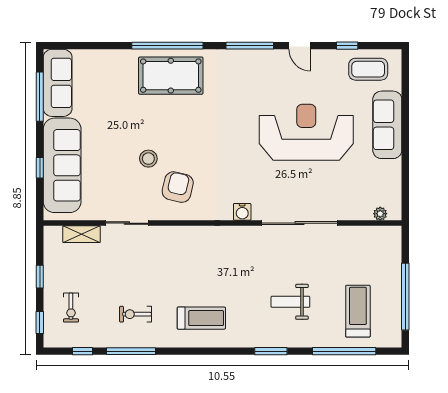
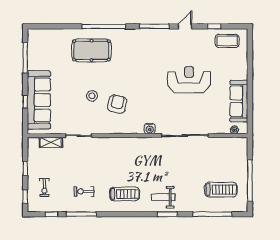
door: (300, 46) -> (185, 26), swing flipped
pool table: (171, 76) -> (91, 50), moved
sofa: (58, 83) -> (36, 49), removed
sofa: (387, 125) -> (239, 101), moved
reception desk: (306, 132) -> (189, 80), width x0.74, depth x0.77
armchair: (178, 187) -> (117, 104), moved
weight bench: (290, 302) -> (163, 197), moved
treadmill: (358, 311) -> (221, 190), turned 90

